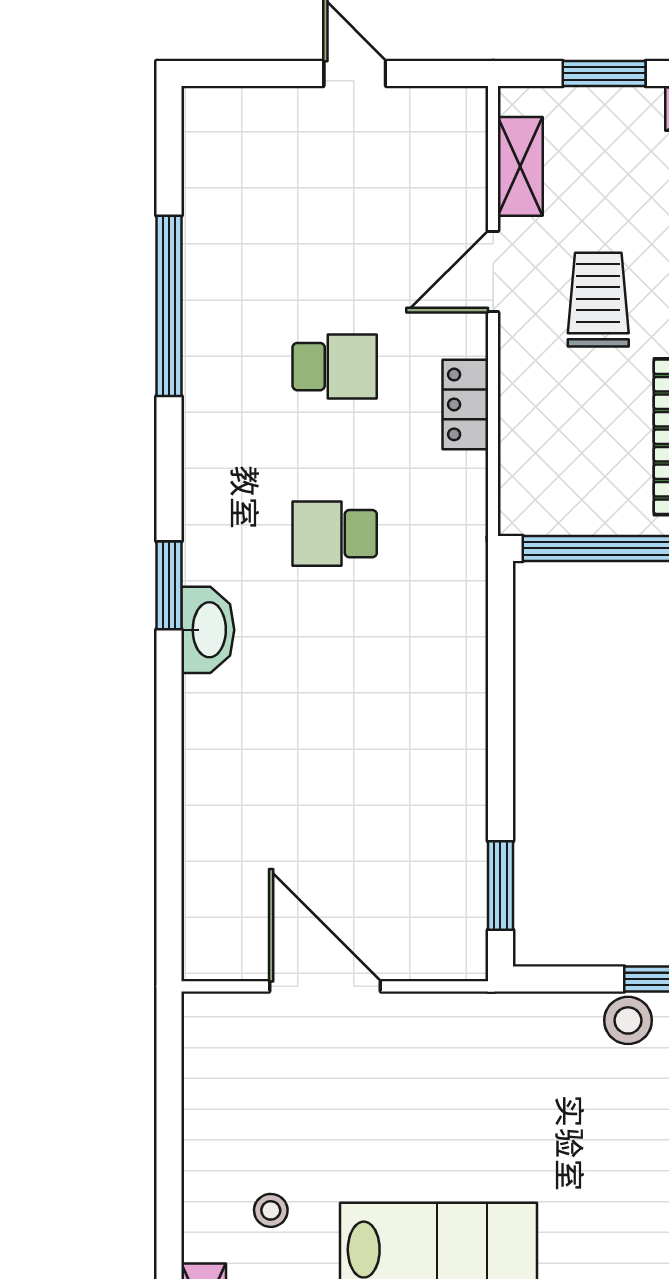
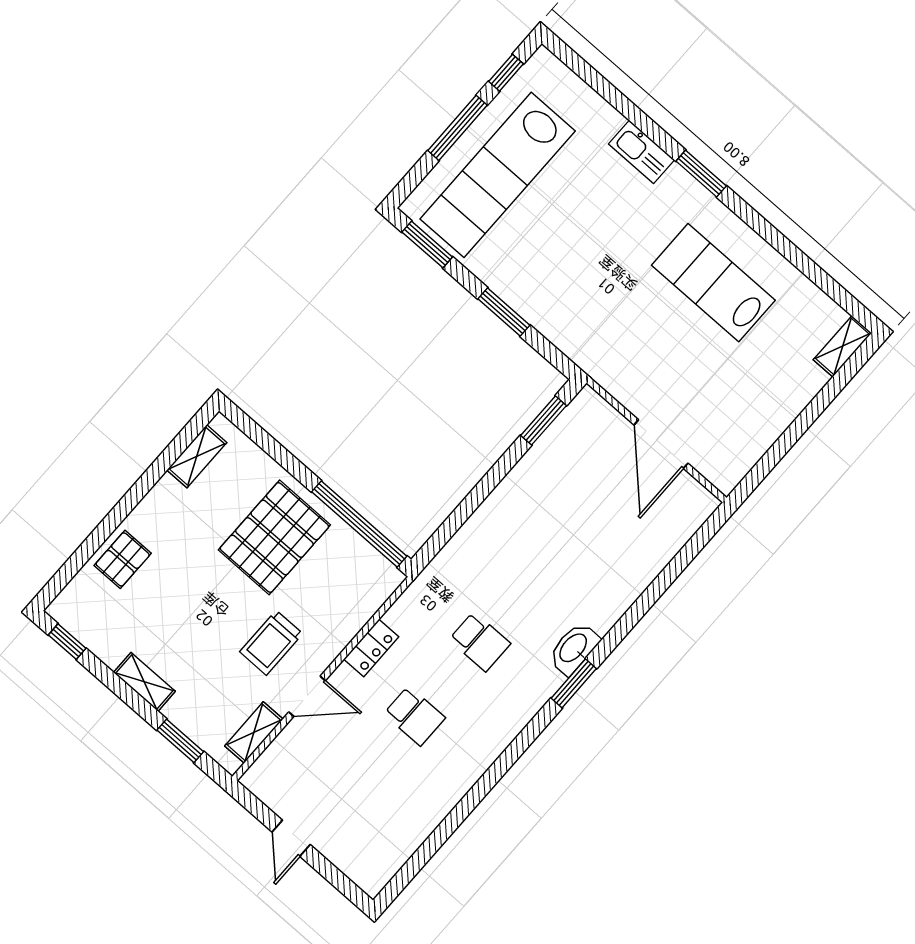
window: (169, 306) -> (465, 808), removed
school desk: (335, 367) -> (415, 716), turned 180
stool: (628, 1020) -> (540, 311), removed
stool: (271, 1210) -> (773, 366), removed

